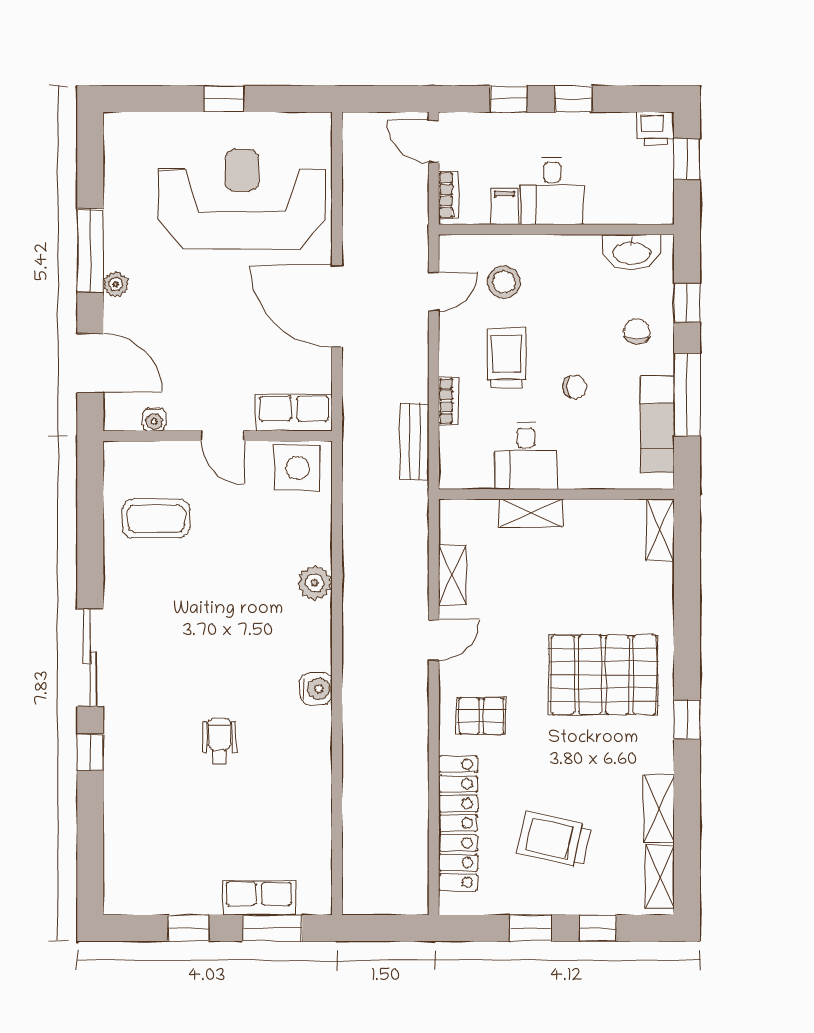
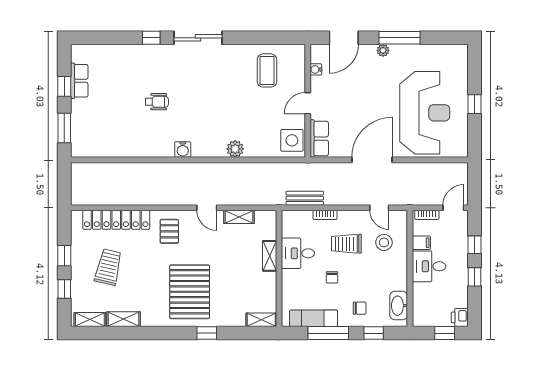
trolley: (506, 358) -> (346, 244), turned 180
window: (687, 720) -> (207, 333), moved
row of seats: (259, 898) -> (79, 81), moved

